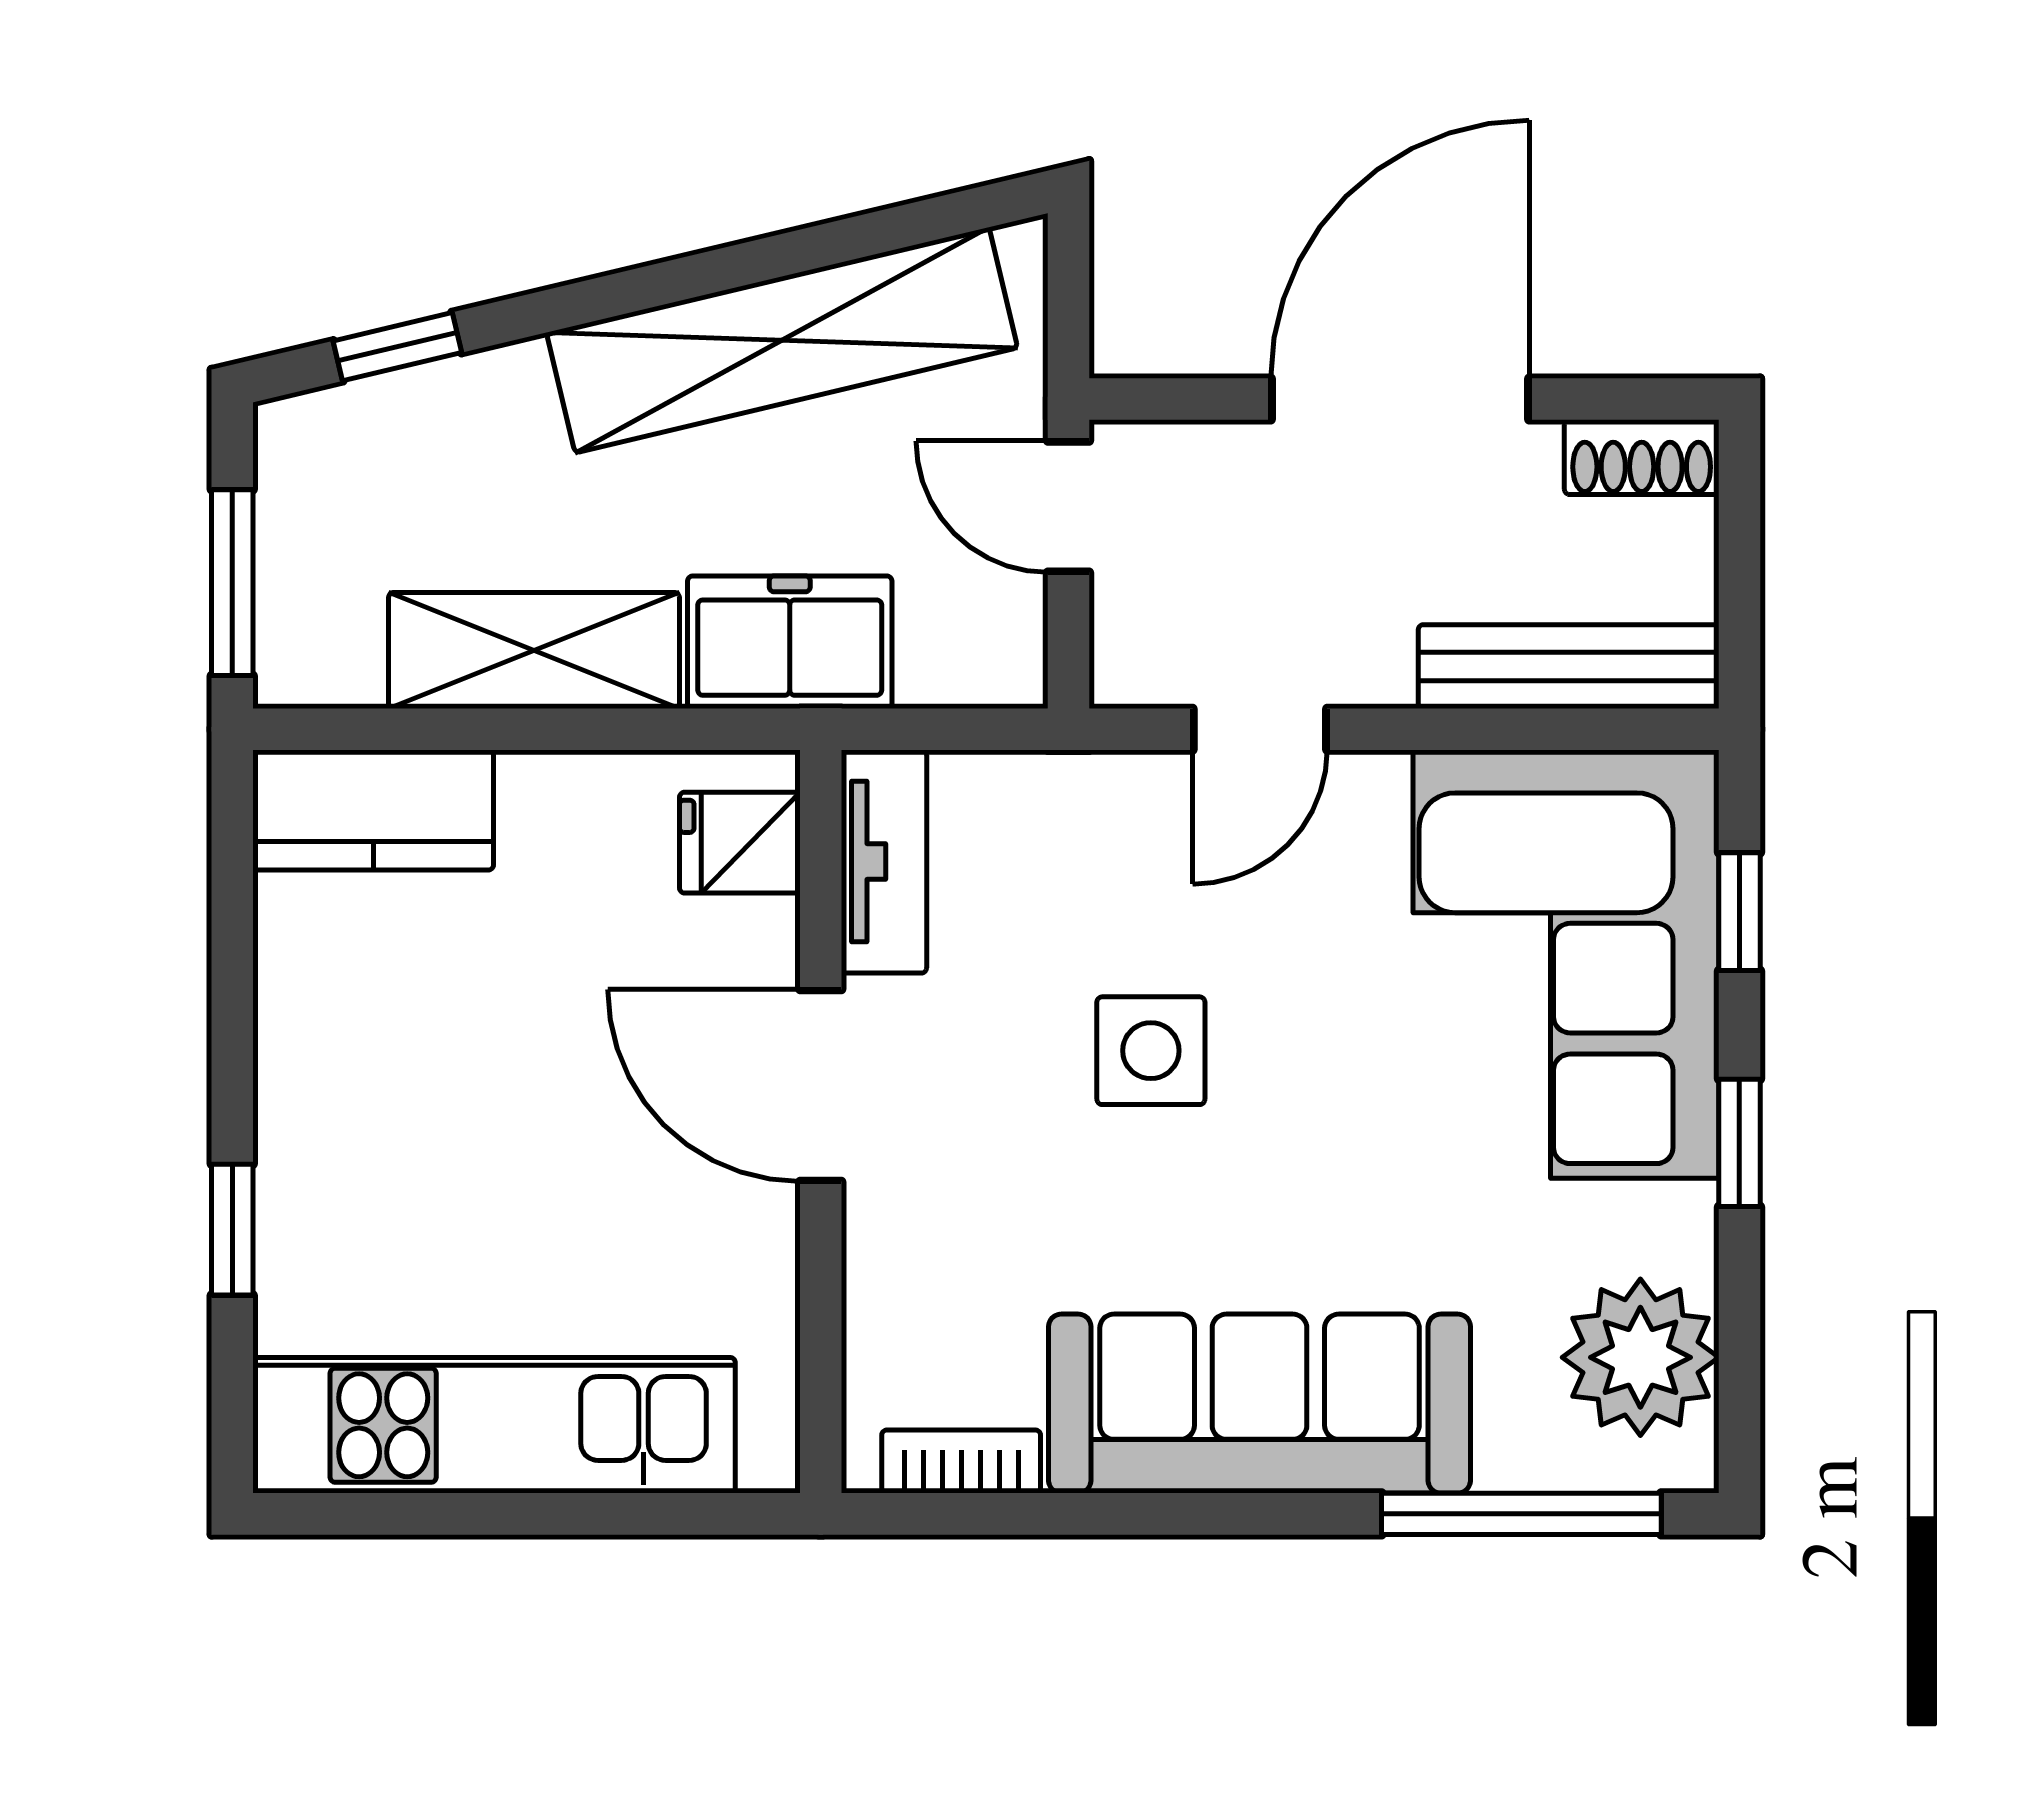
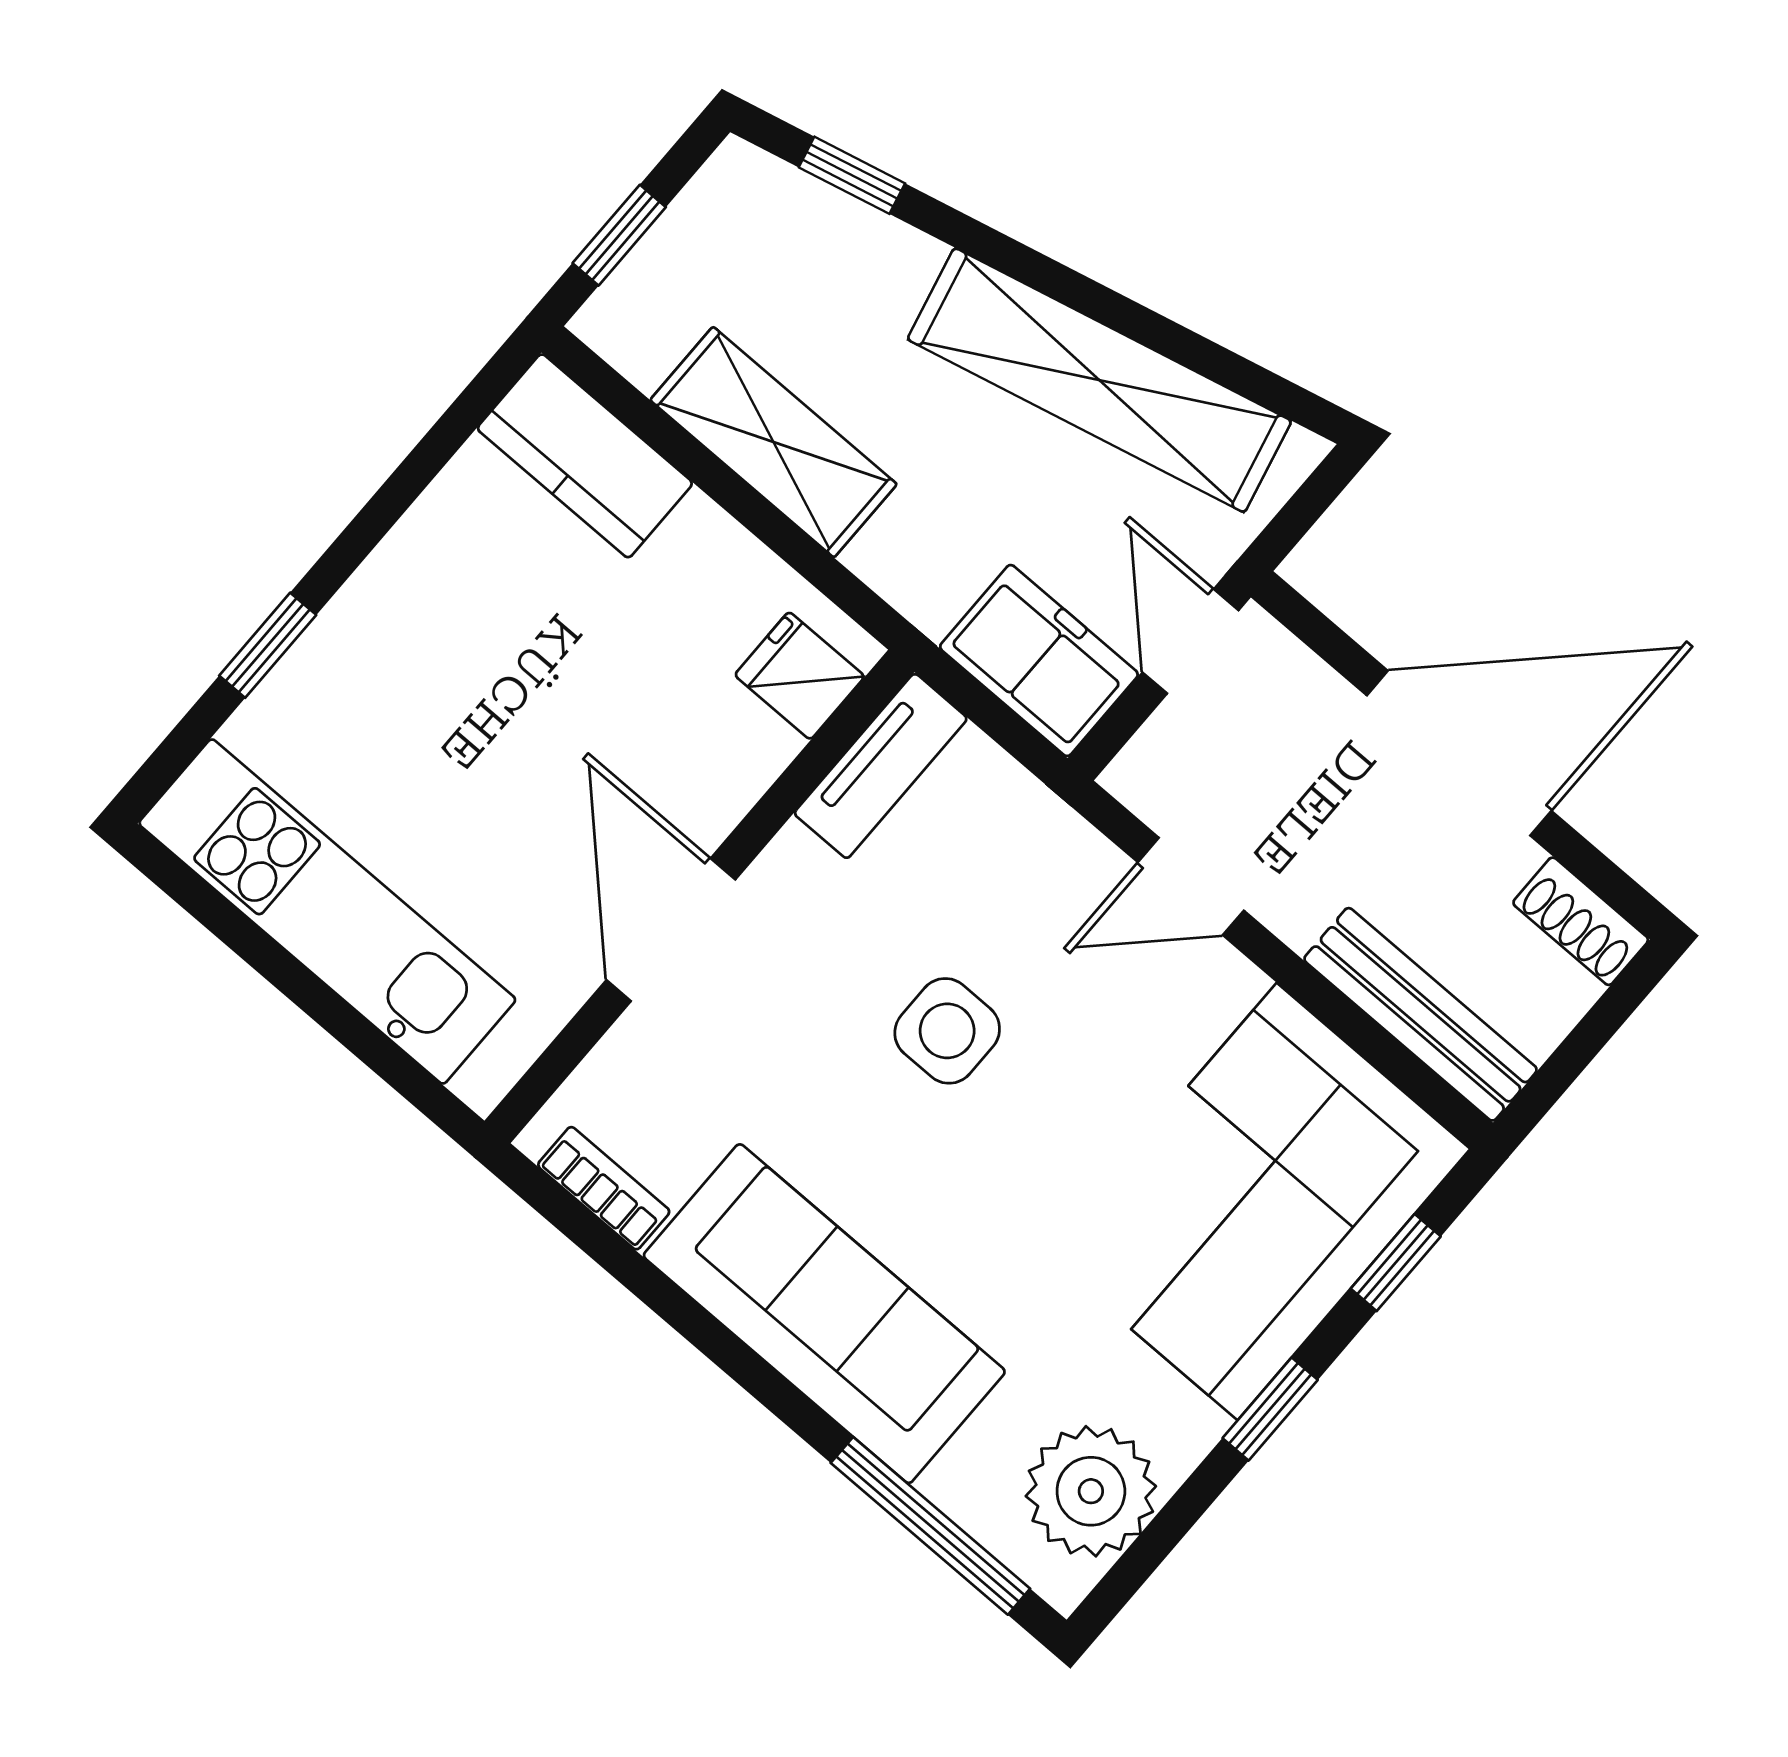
window: (232, 583) -> (619, 235), width x0.67
freezer: (790, 642) -> (1039, 661), moved
door: (821, 1086) -> (671, 930), moved

